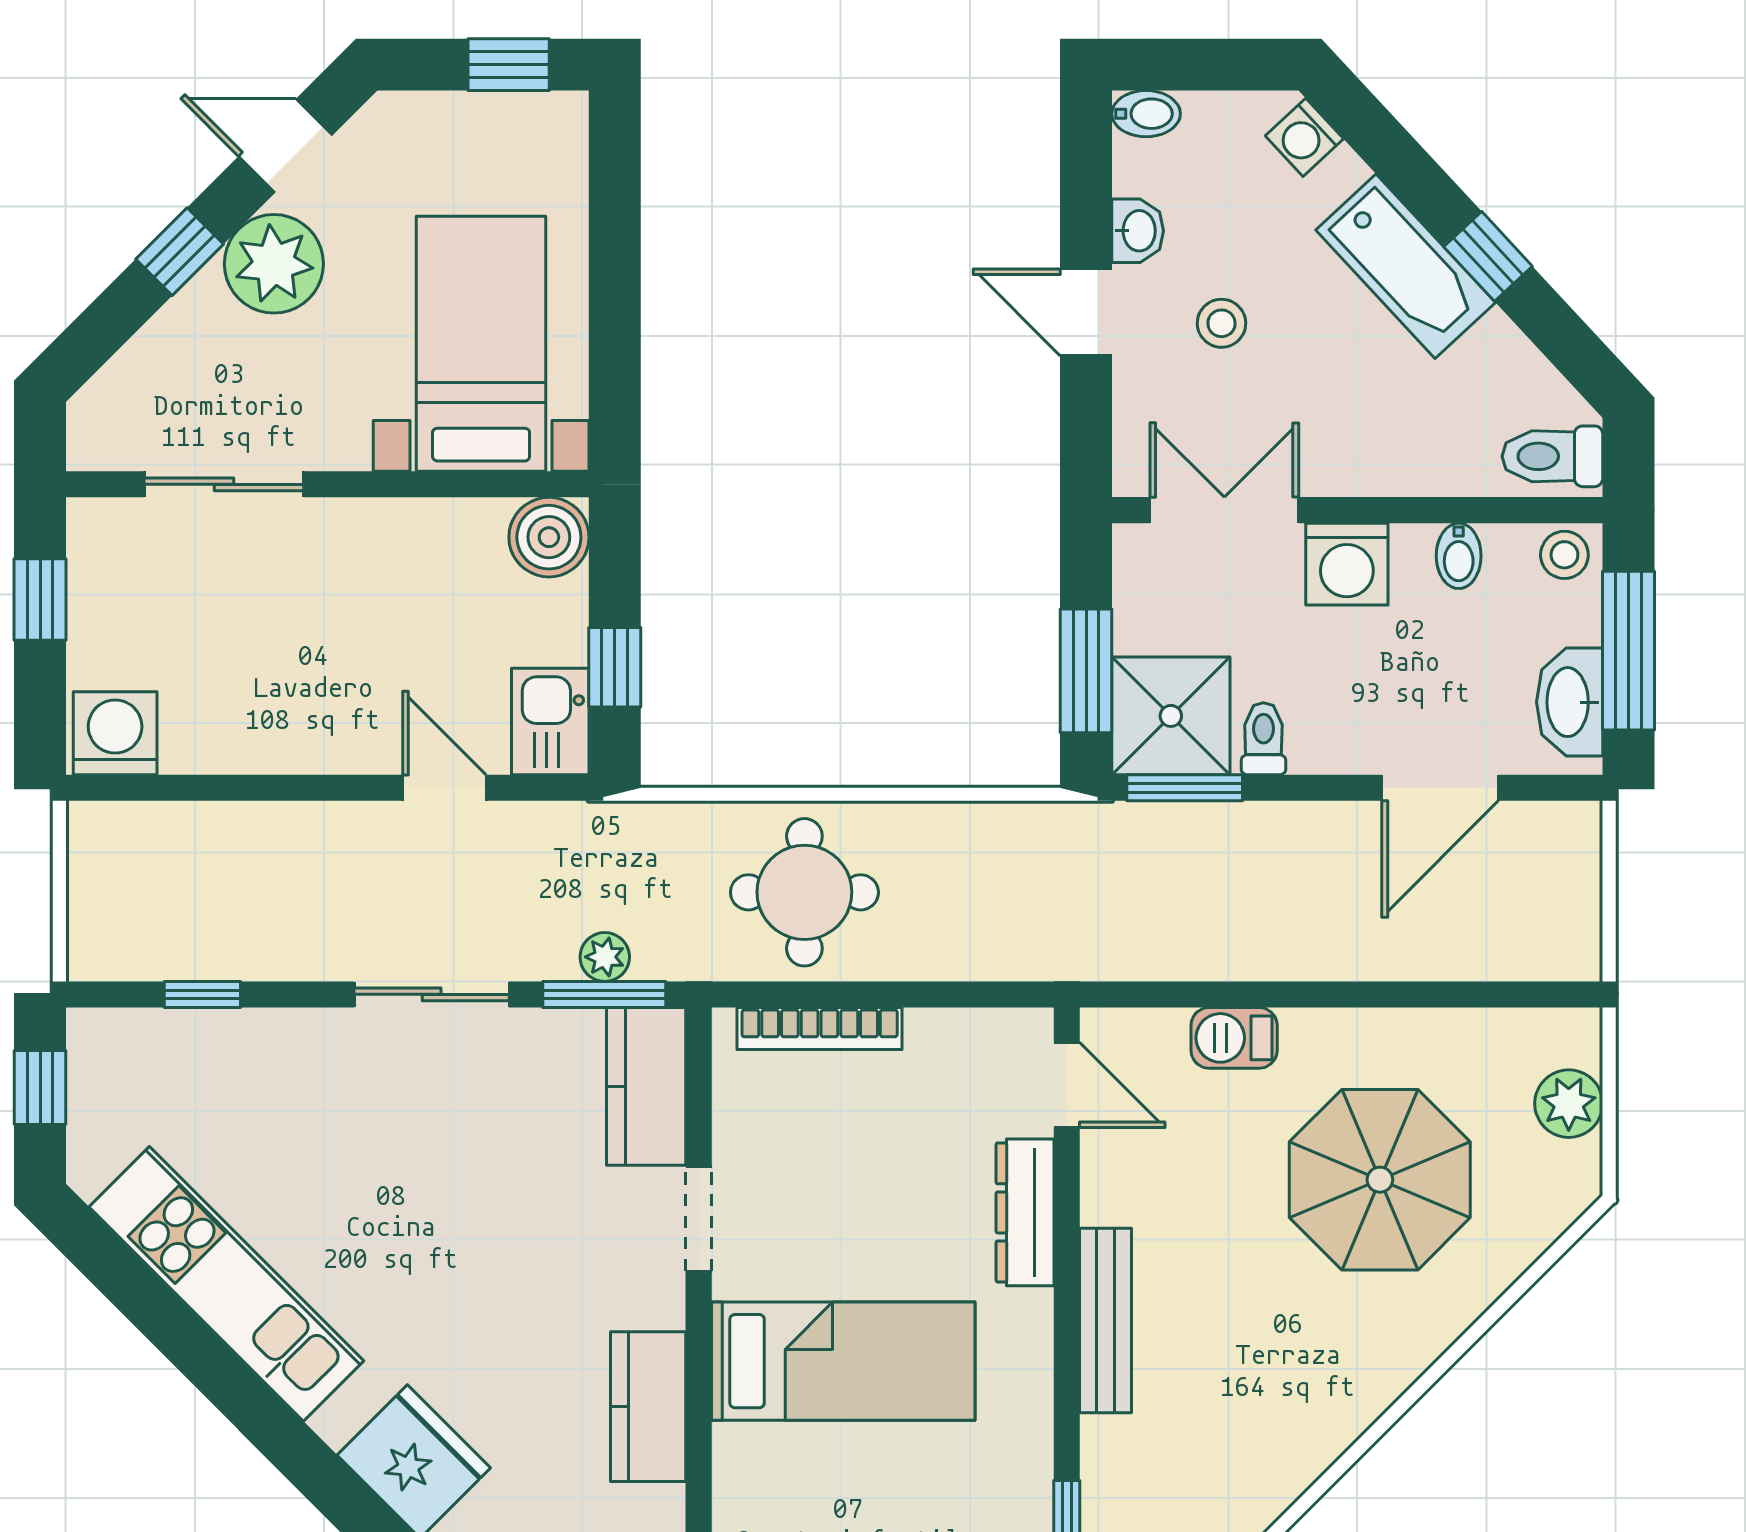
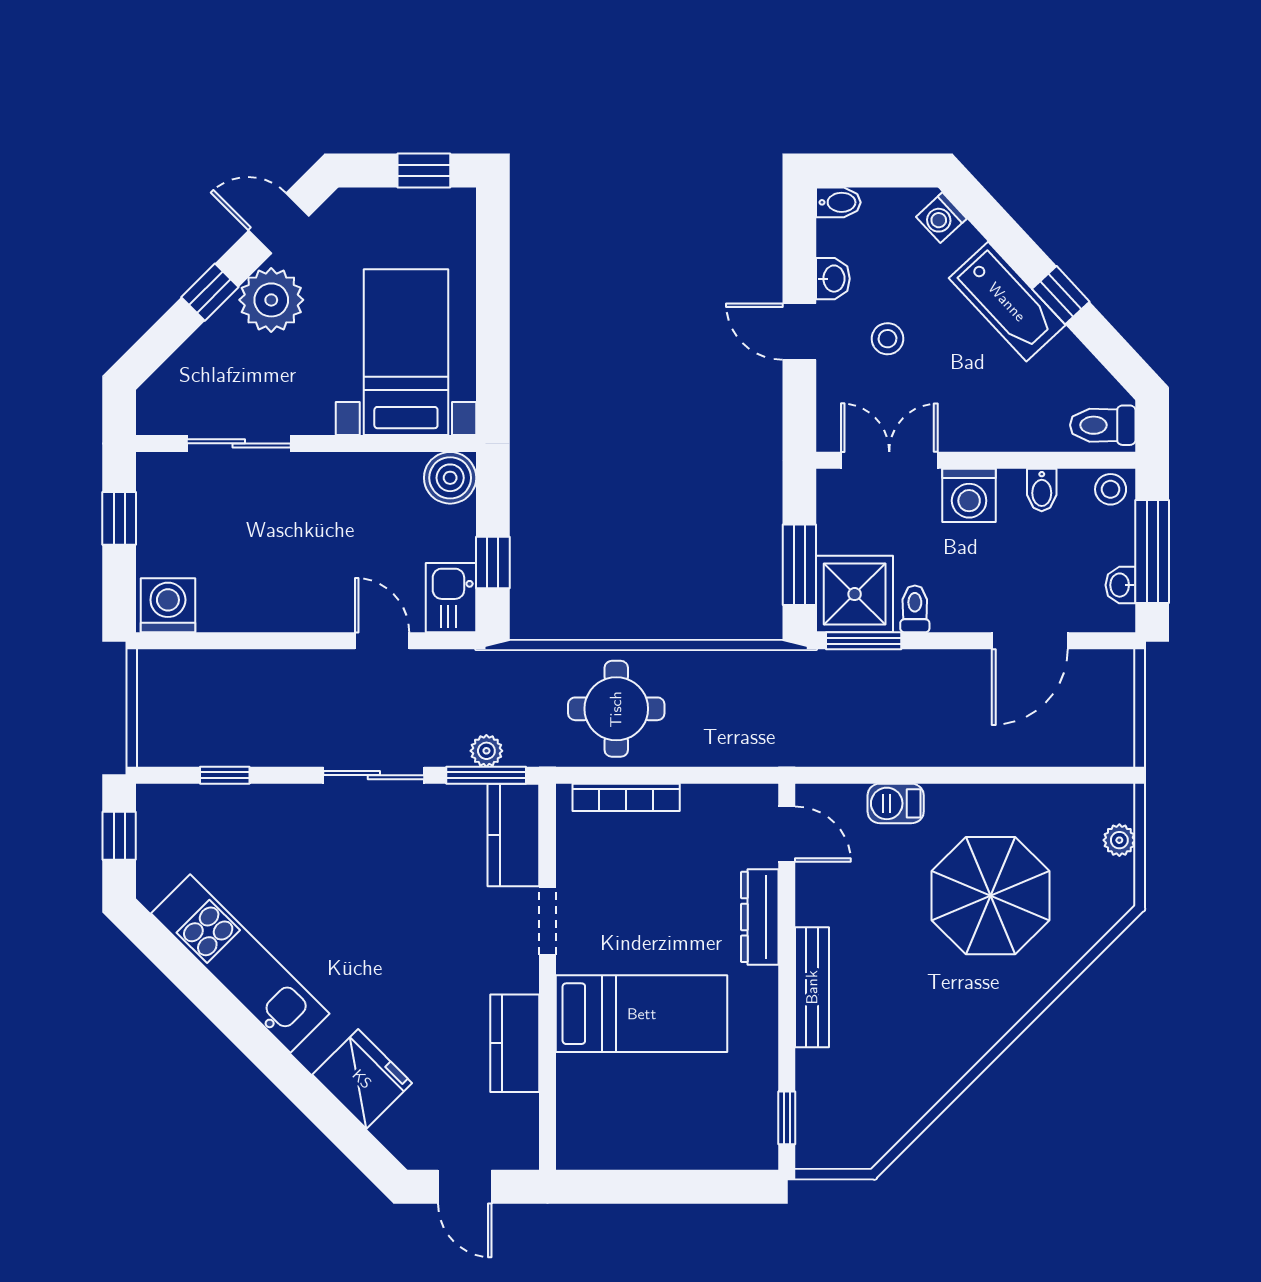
washbasin: (1570, 702) -> (1121, 585), width x0.52, depth x0.69
plant: (1569, 1104) -> (1119, 840), width x0.73, depth x0.73

